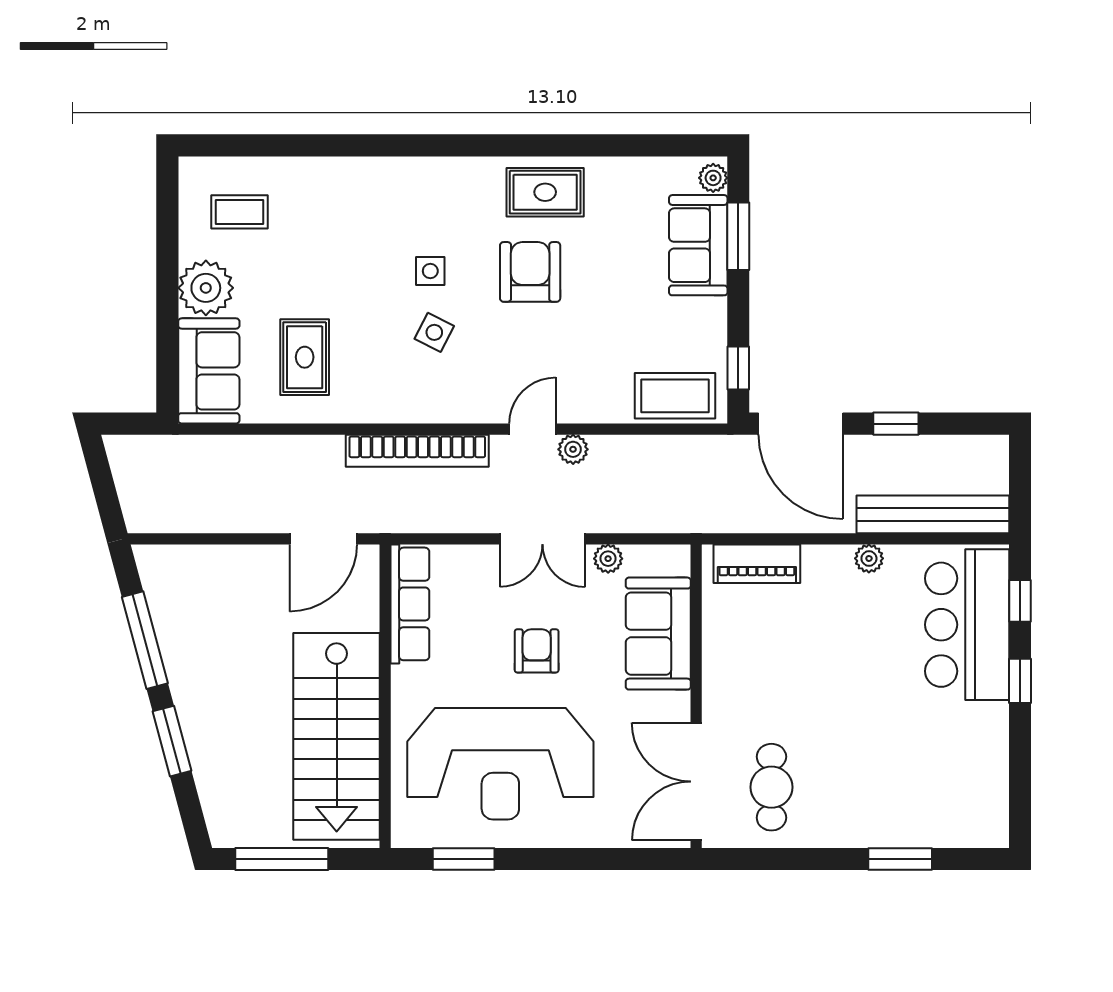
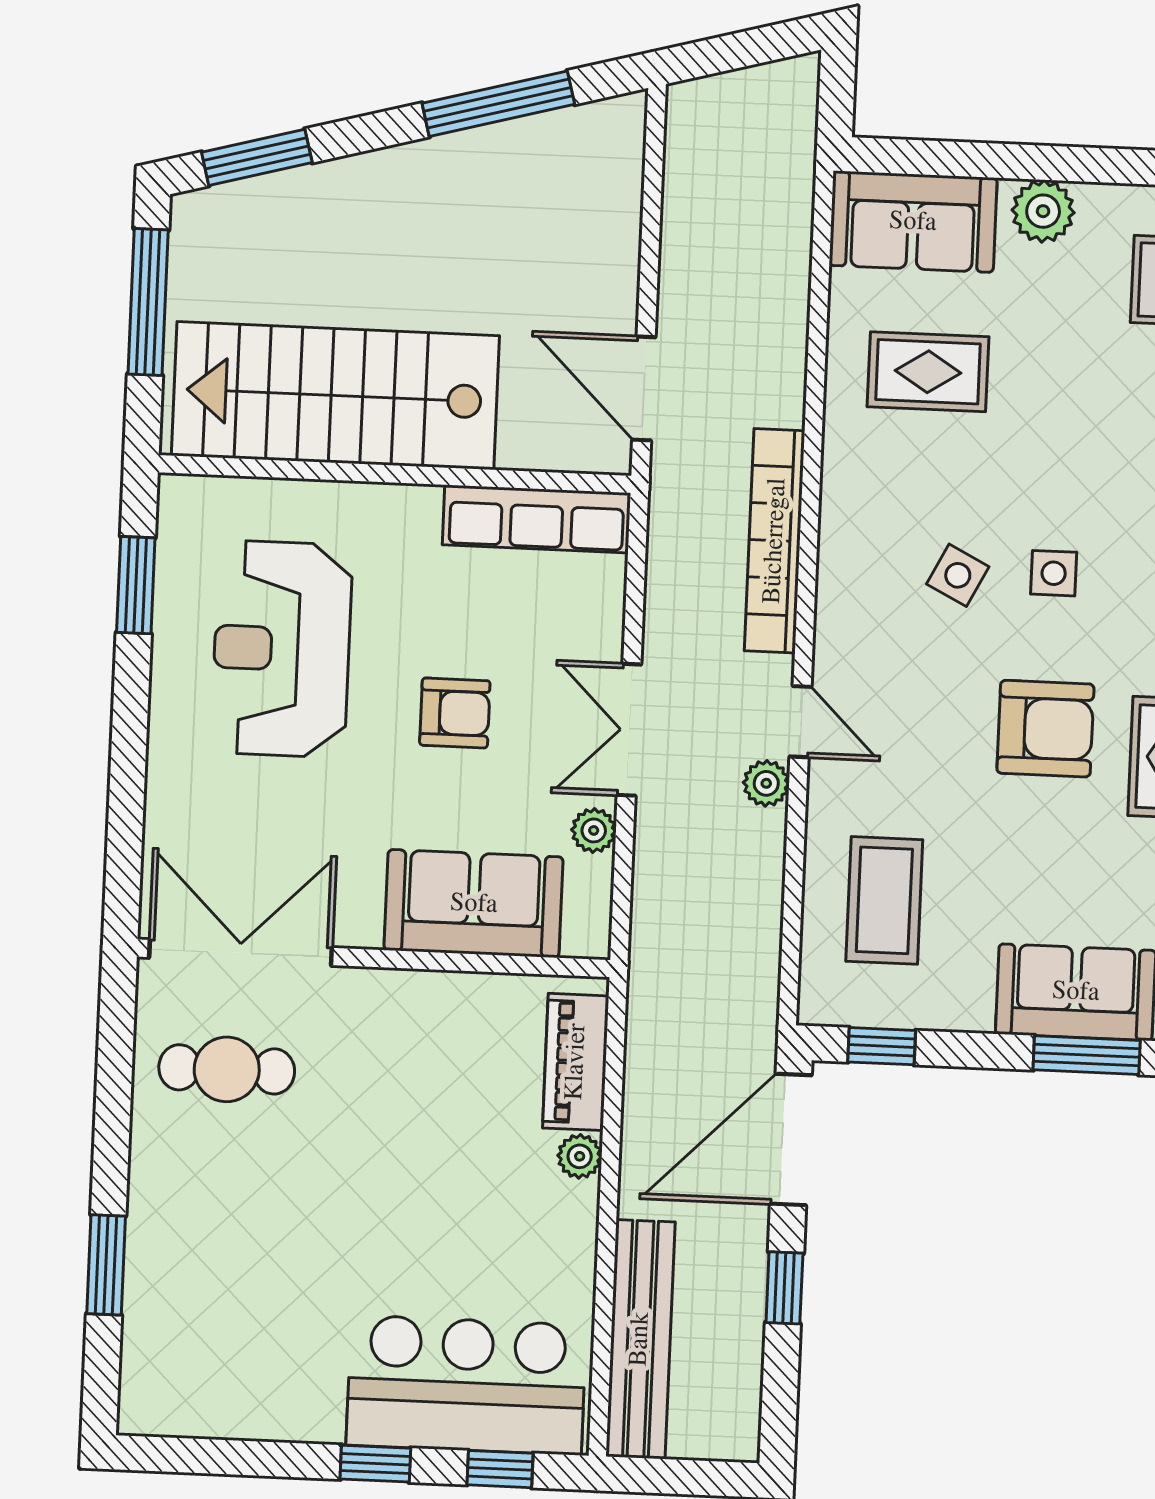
plant: (206, 288) -> (1043, 211), width x0.73, depth x0.73
coffee table: (675, 396) -> (884, 900), moved
plant: (869, 558) -> (580, 1156), moved
window: (172, 741) -> (257, 157), moved
reception desk: (500, 764) -> (282, 649), width x0.74, depth x0.77

